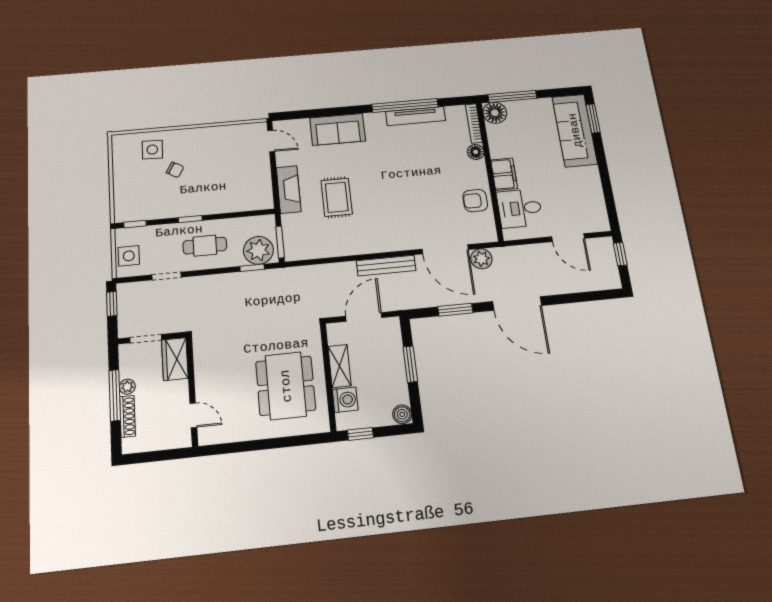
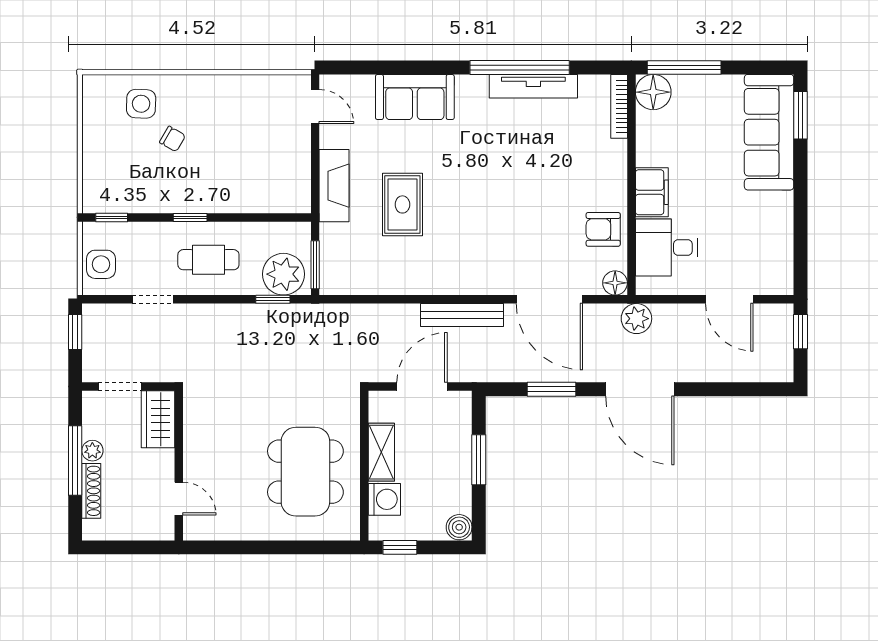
floor lamp: (476, 152) -> (615, 283), moved
plant: (481, 259) -> (636, 319), moved

